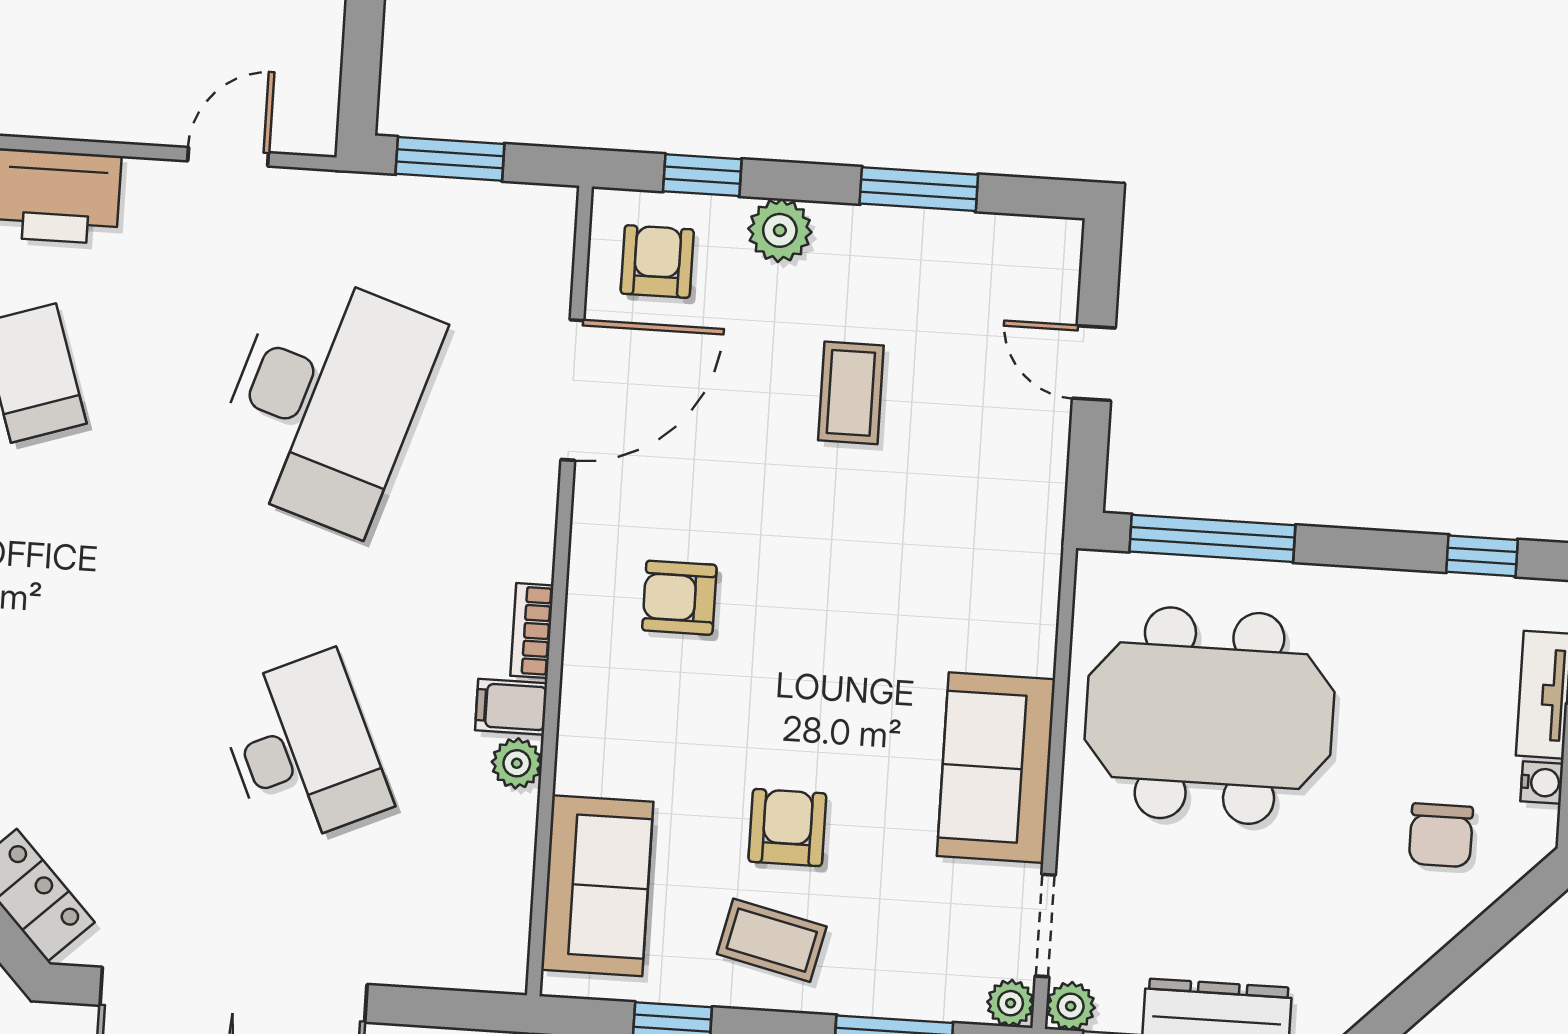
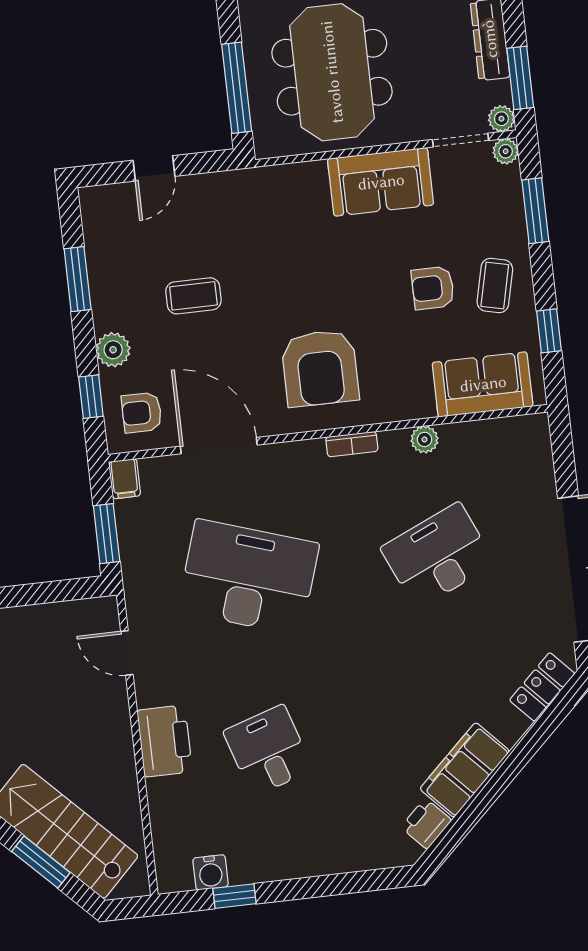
armchair: (679, 598) -> (320, 368), width x1.88, depth x1.88
filing cabinet: (511, 707) -> (125, 479), moved

